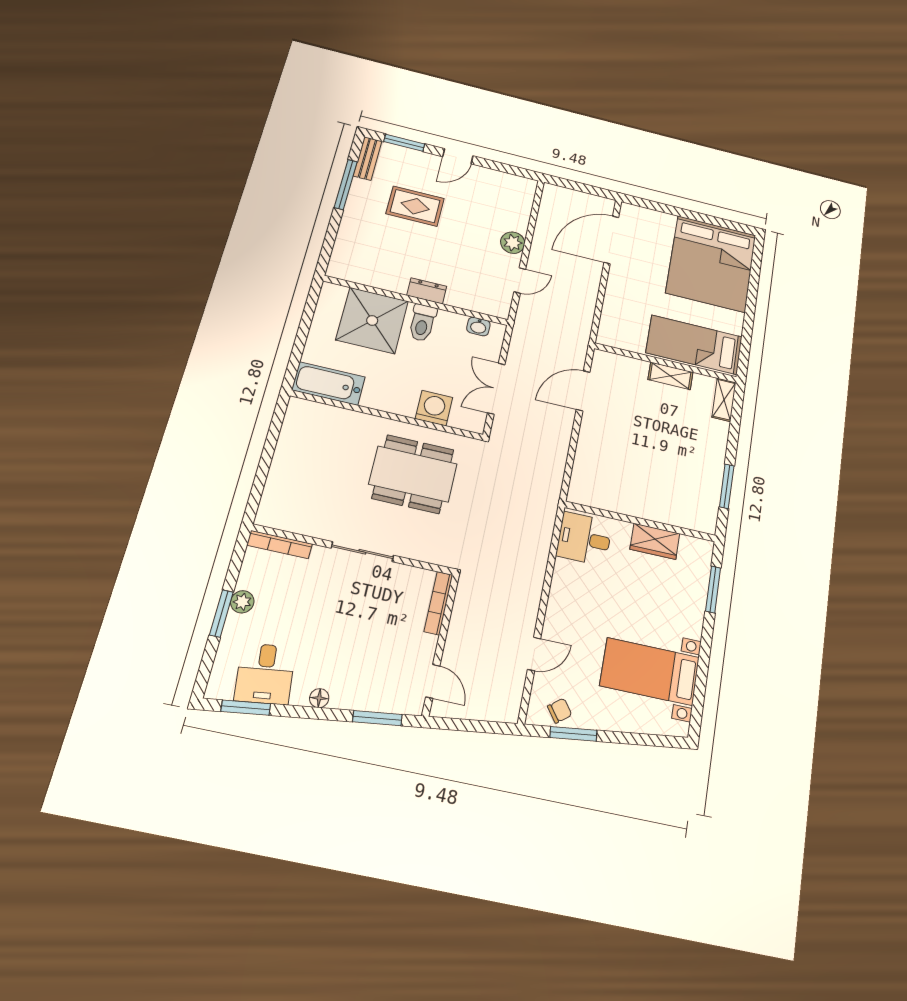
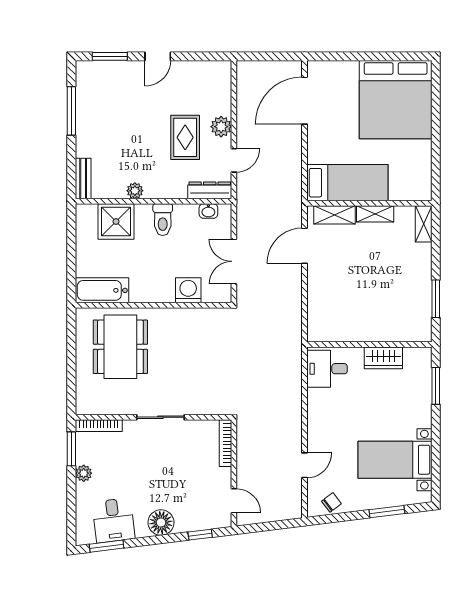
bench: (368, 158) -> (83, 178), moved
rug: (415, 206) -> (185, 137), moved, turned 90
plant: (397, 284) -> (135, 191), added
dresser: (427, 291) -> (210, 190), moved, width x1.44
shower: (372, 320) -> (116, 222), width x0.73, depth x0.73
bed: (694, 345) -> (347, 183), moved, turned 180
shelving: (624, 366) -> (334, 215), added
dining table: (413, 474) -> (120, 347), moved, turned 90
window: (221, 613) -> (71, 449), moved
floor lamp: (319, 698) -> (161, 523), width x1.89, depth x1.89
window: (377, 718) -> (200, 535), width x0.67
window: (573, 734) -> (387, 512), moved

